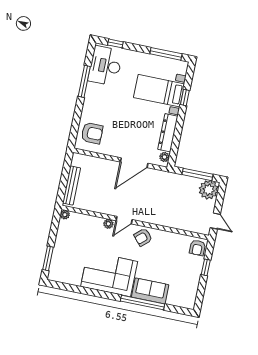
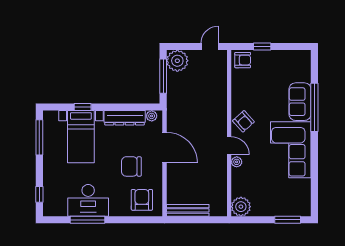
desk: (105, 66) -> (88, 200), moved
chair: (123, 130) -> (131, 166), added
bench: (72, 185) -> (188, 210), moved
plant: (65, 215) -> (241, 207), width x1.87, depth x1.87

